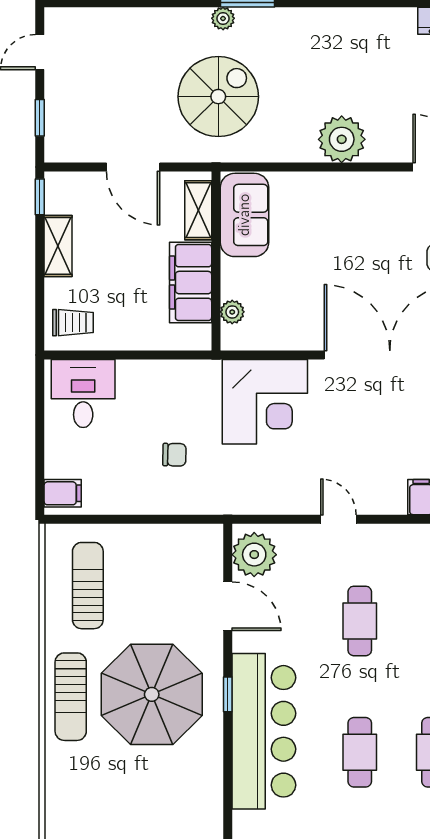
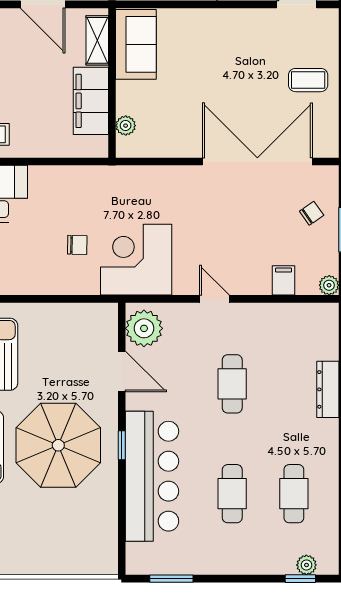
corner desk: (265, 402) -> (136, 260), moved, turned 180

